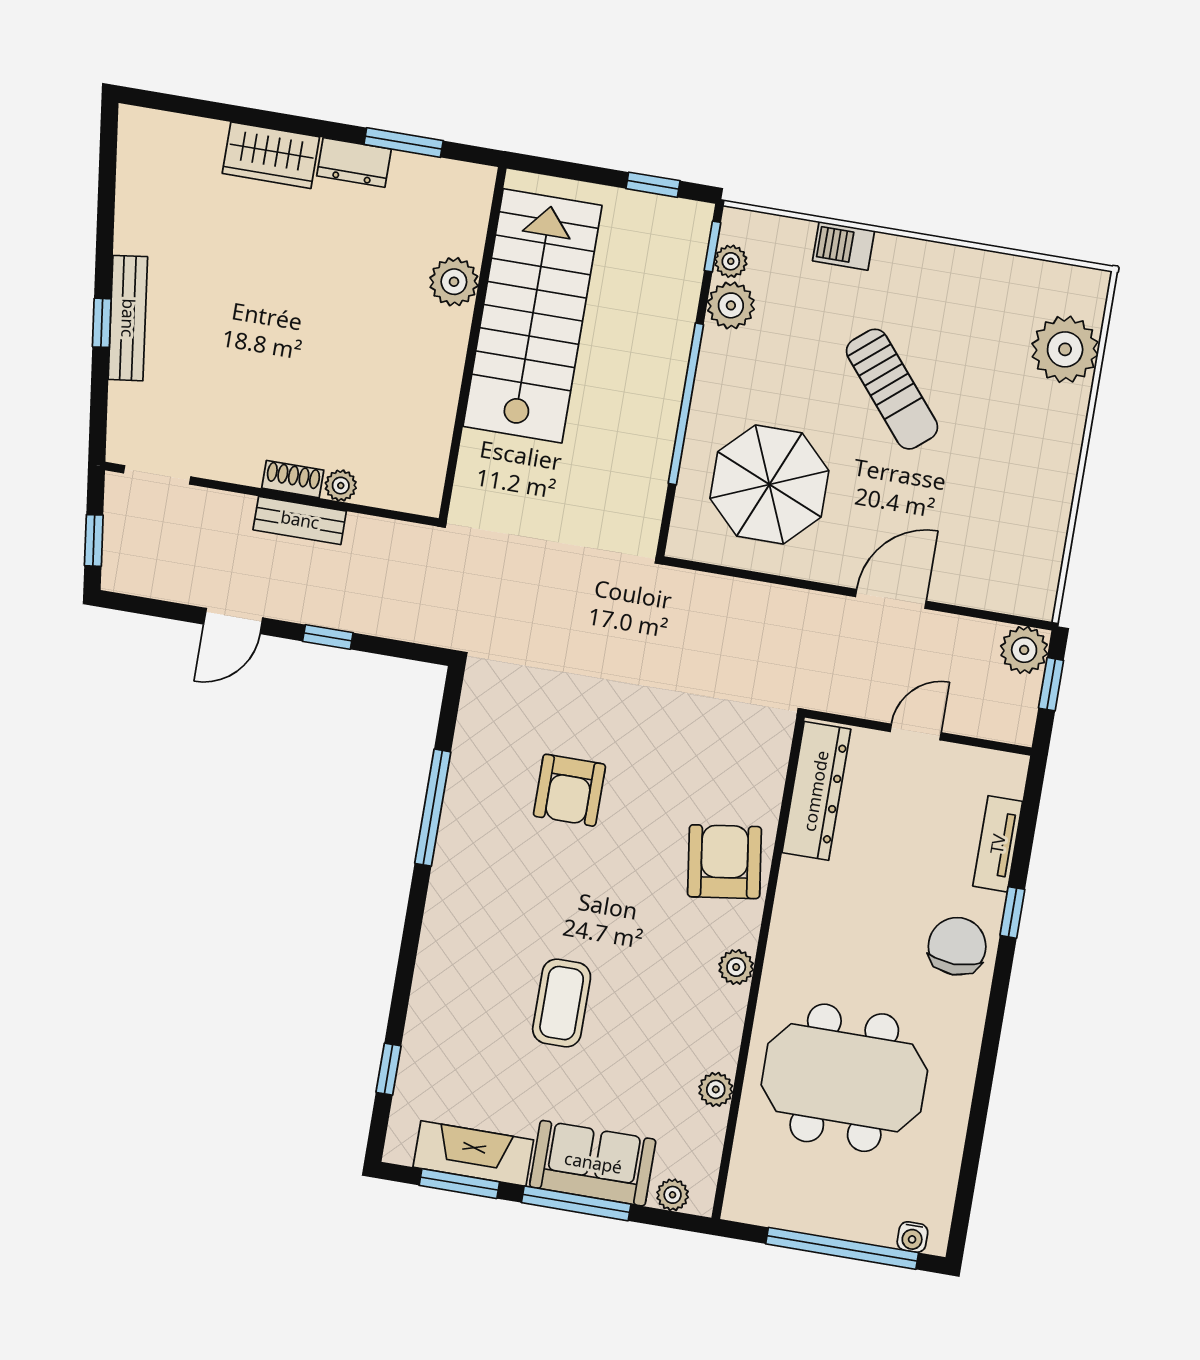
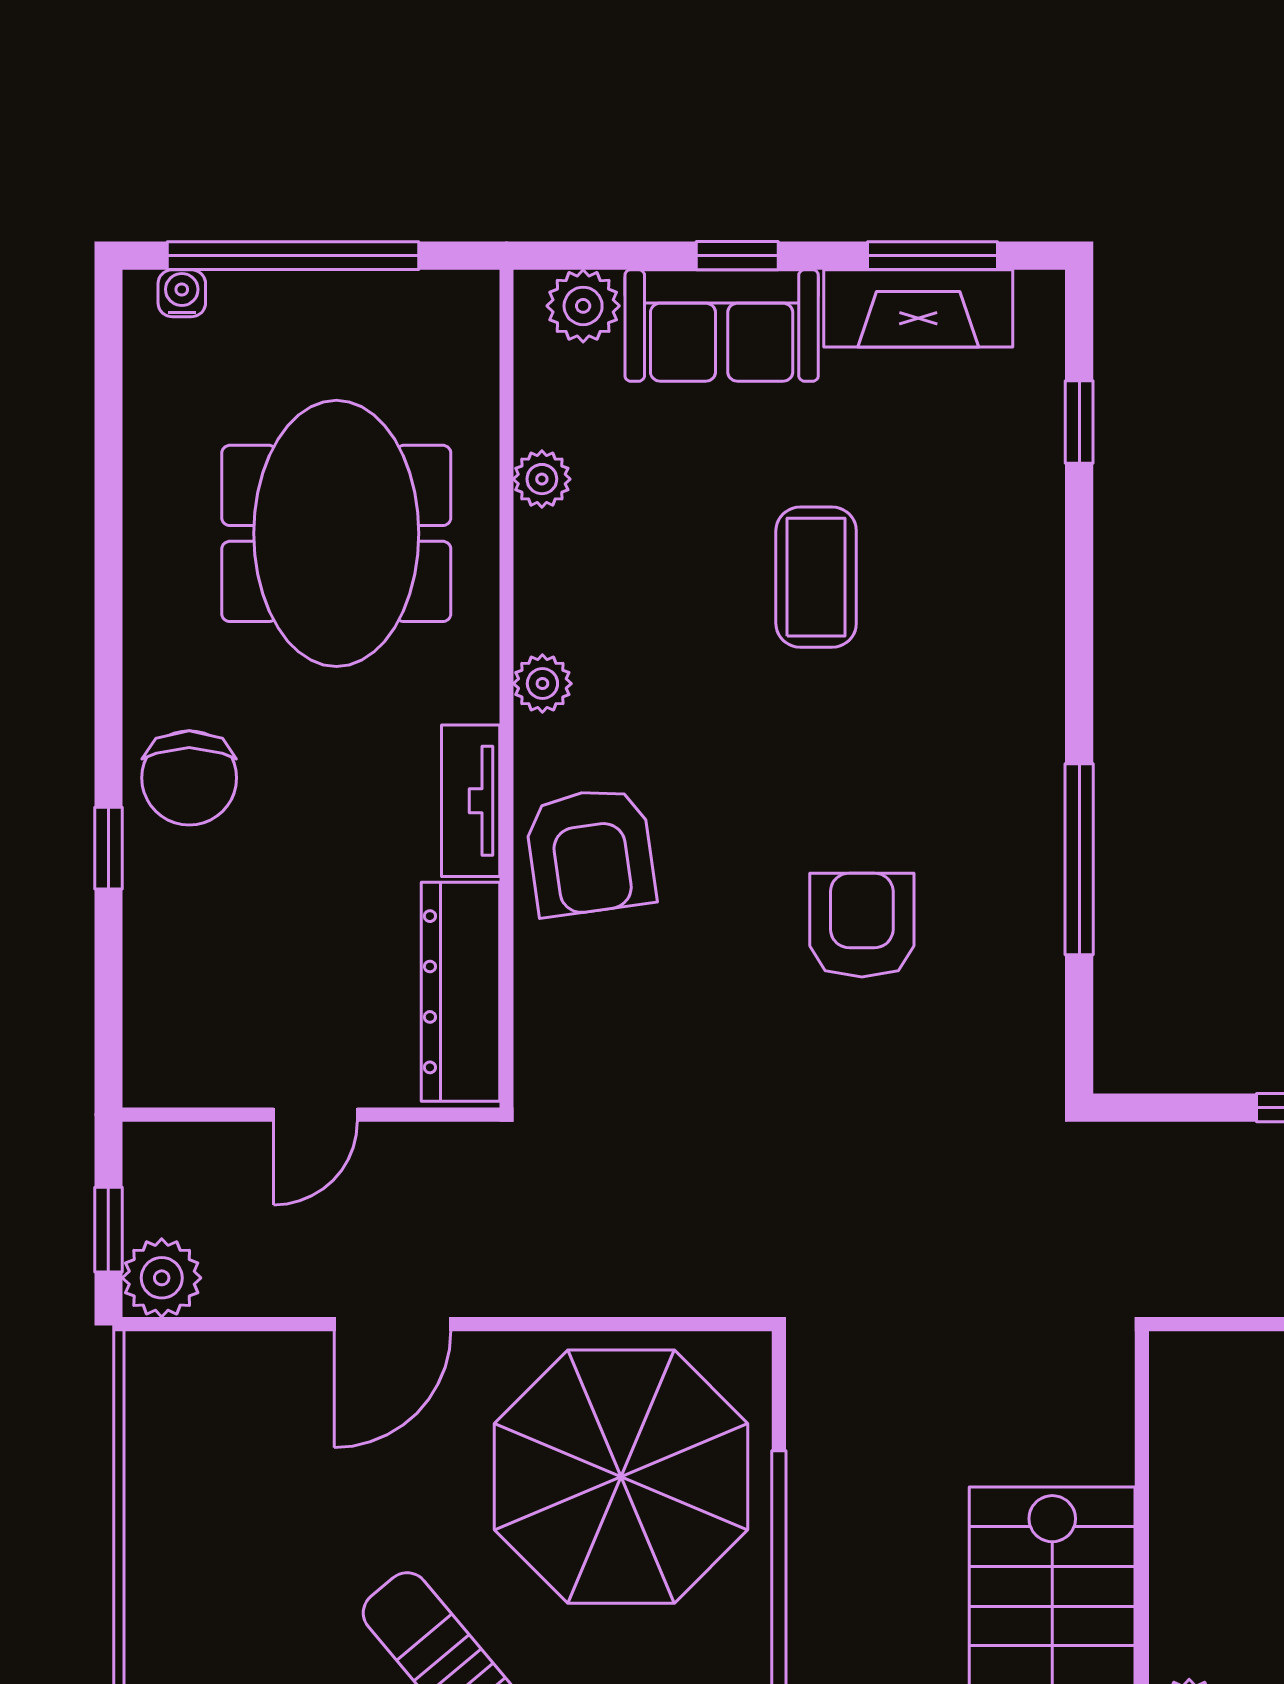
parasol: (769, 484) -> (621, 1477), width x1.36, depth x1.36
tv unit: (998, 844) -> (471, 801), moved, turned 180
meeting table: (844, 1078) -> (336, 533), turned 90
plant: (673, 1195) -> (583, 306), width x1.38, depth x1.38
window: (576, 1203) -> (737, 256), width x0.46

